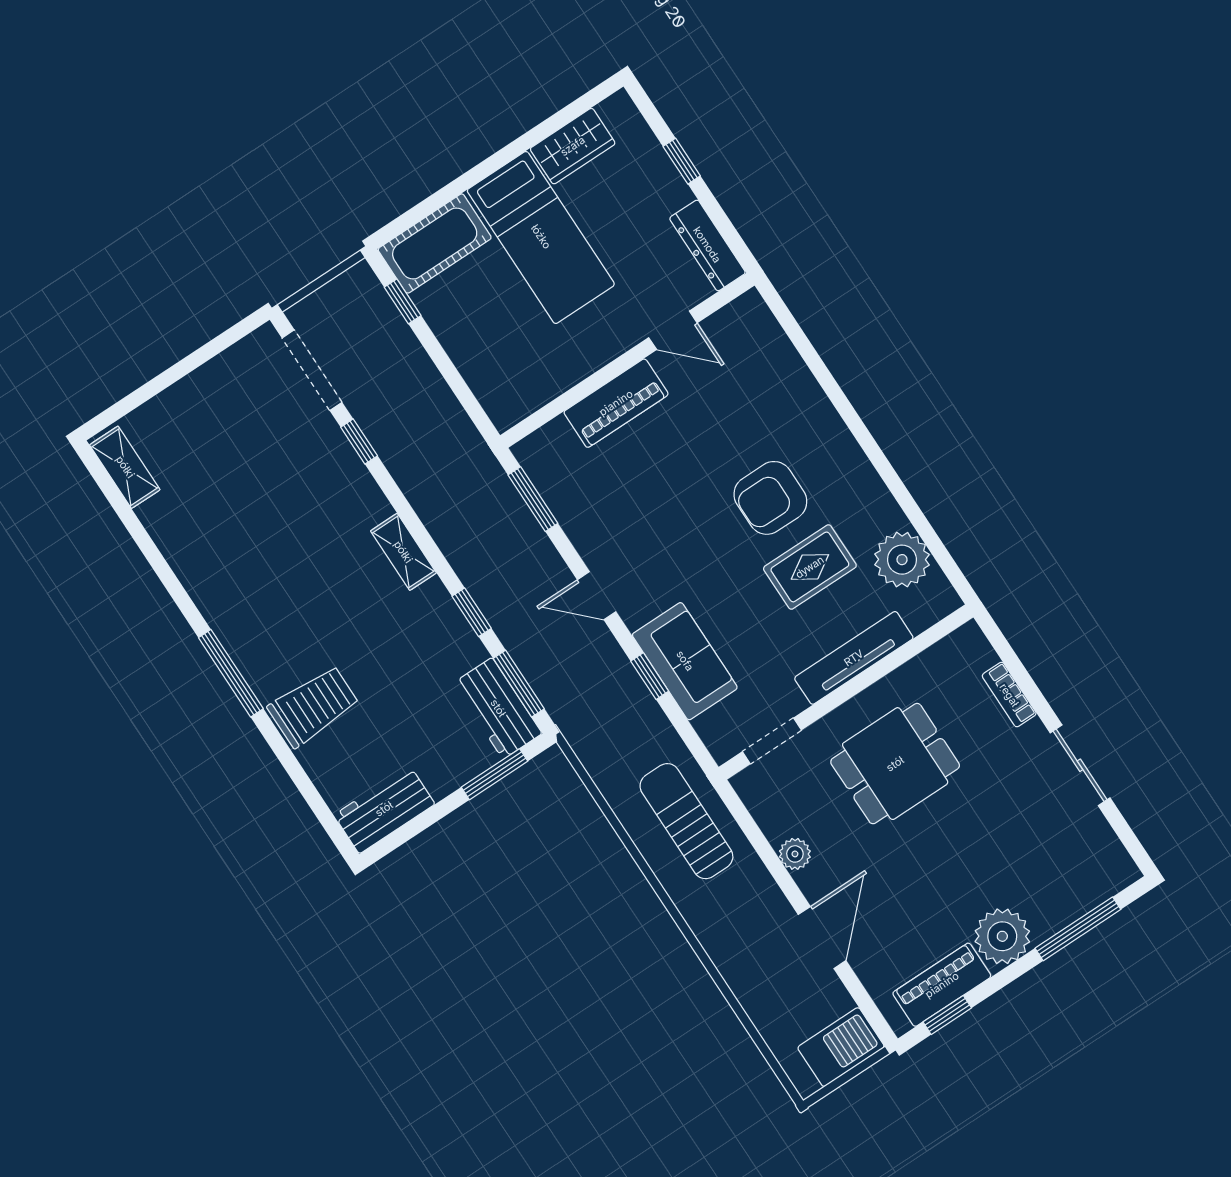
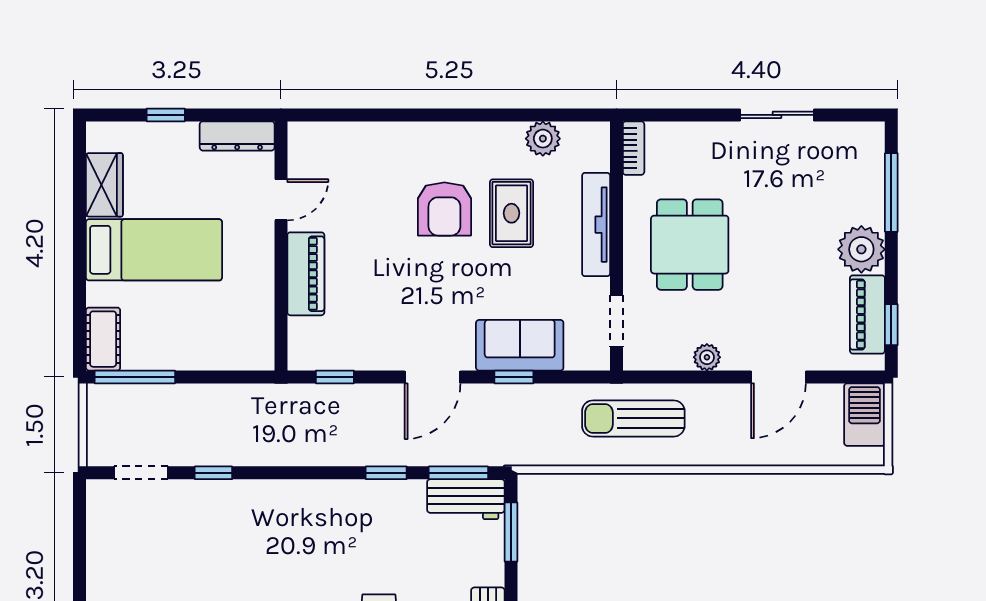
cot: (435, 243) -> (103, 339), width x0.73, depth x0.75
window: (403, 301) -> (135, 377), width x2.17
doorway: (312, 370) -> (141, 473), width x0.73
window: (533, 499) -> (335, 377), width x0.67
shelving: (403, 552) -> (312, 493), removed
plant: (902, 560) -> (543, 139), width x0.73, depth x0.73
door: (597, 596) -> (433, 377), width x1.38
bookcase: (1009, 695) -> (634, 148), moved, turned -90
door: (822, 938) -> (778, 377), swing flipped

